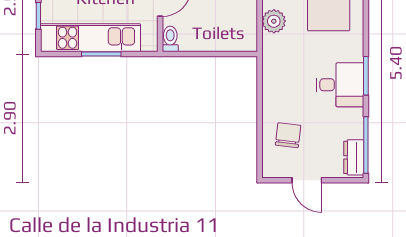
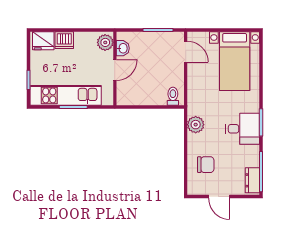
plant: (274, 21) -> (196, 125), moved
toilet: (170, 39) -> (173, 96), moved
chair: (288, 135) -> (206, 165), turned 83

